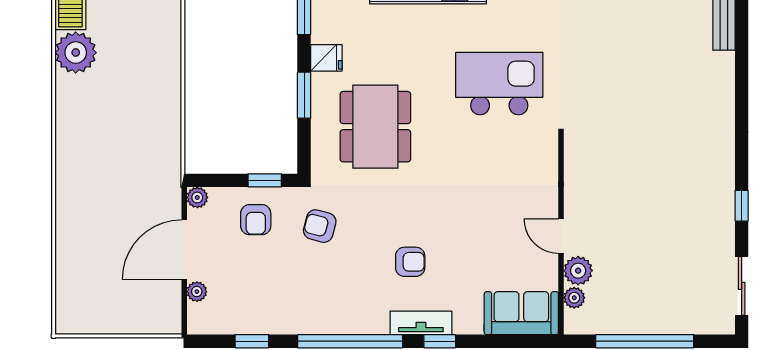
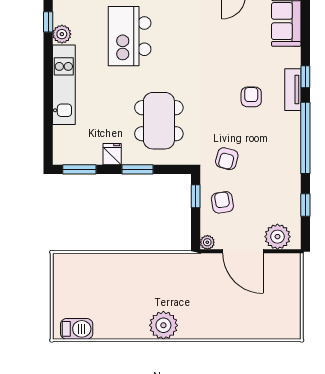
plant: (76, 53) -> (163, 325), moved
dining table: (375, 127) -> (159, 121), turned 90
armchair: (256, 220) -> (222, 202), turned -99
plant: (197, 292) -> (277, 237), width x1.88, depth x1.88

